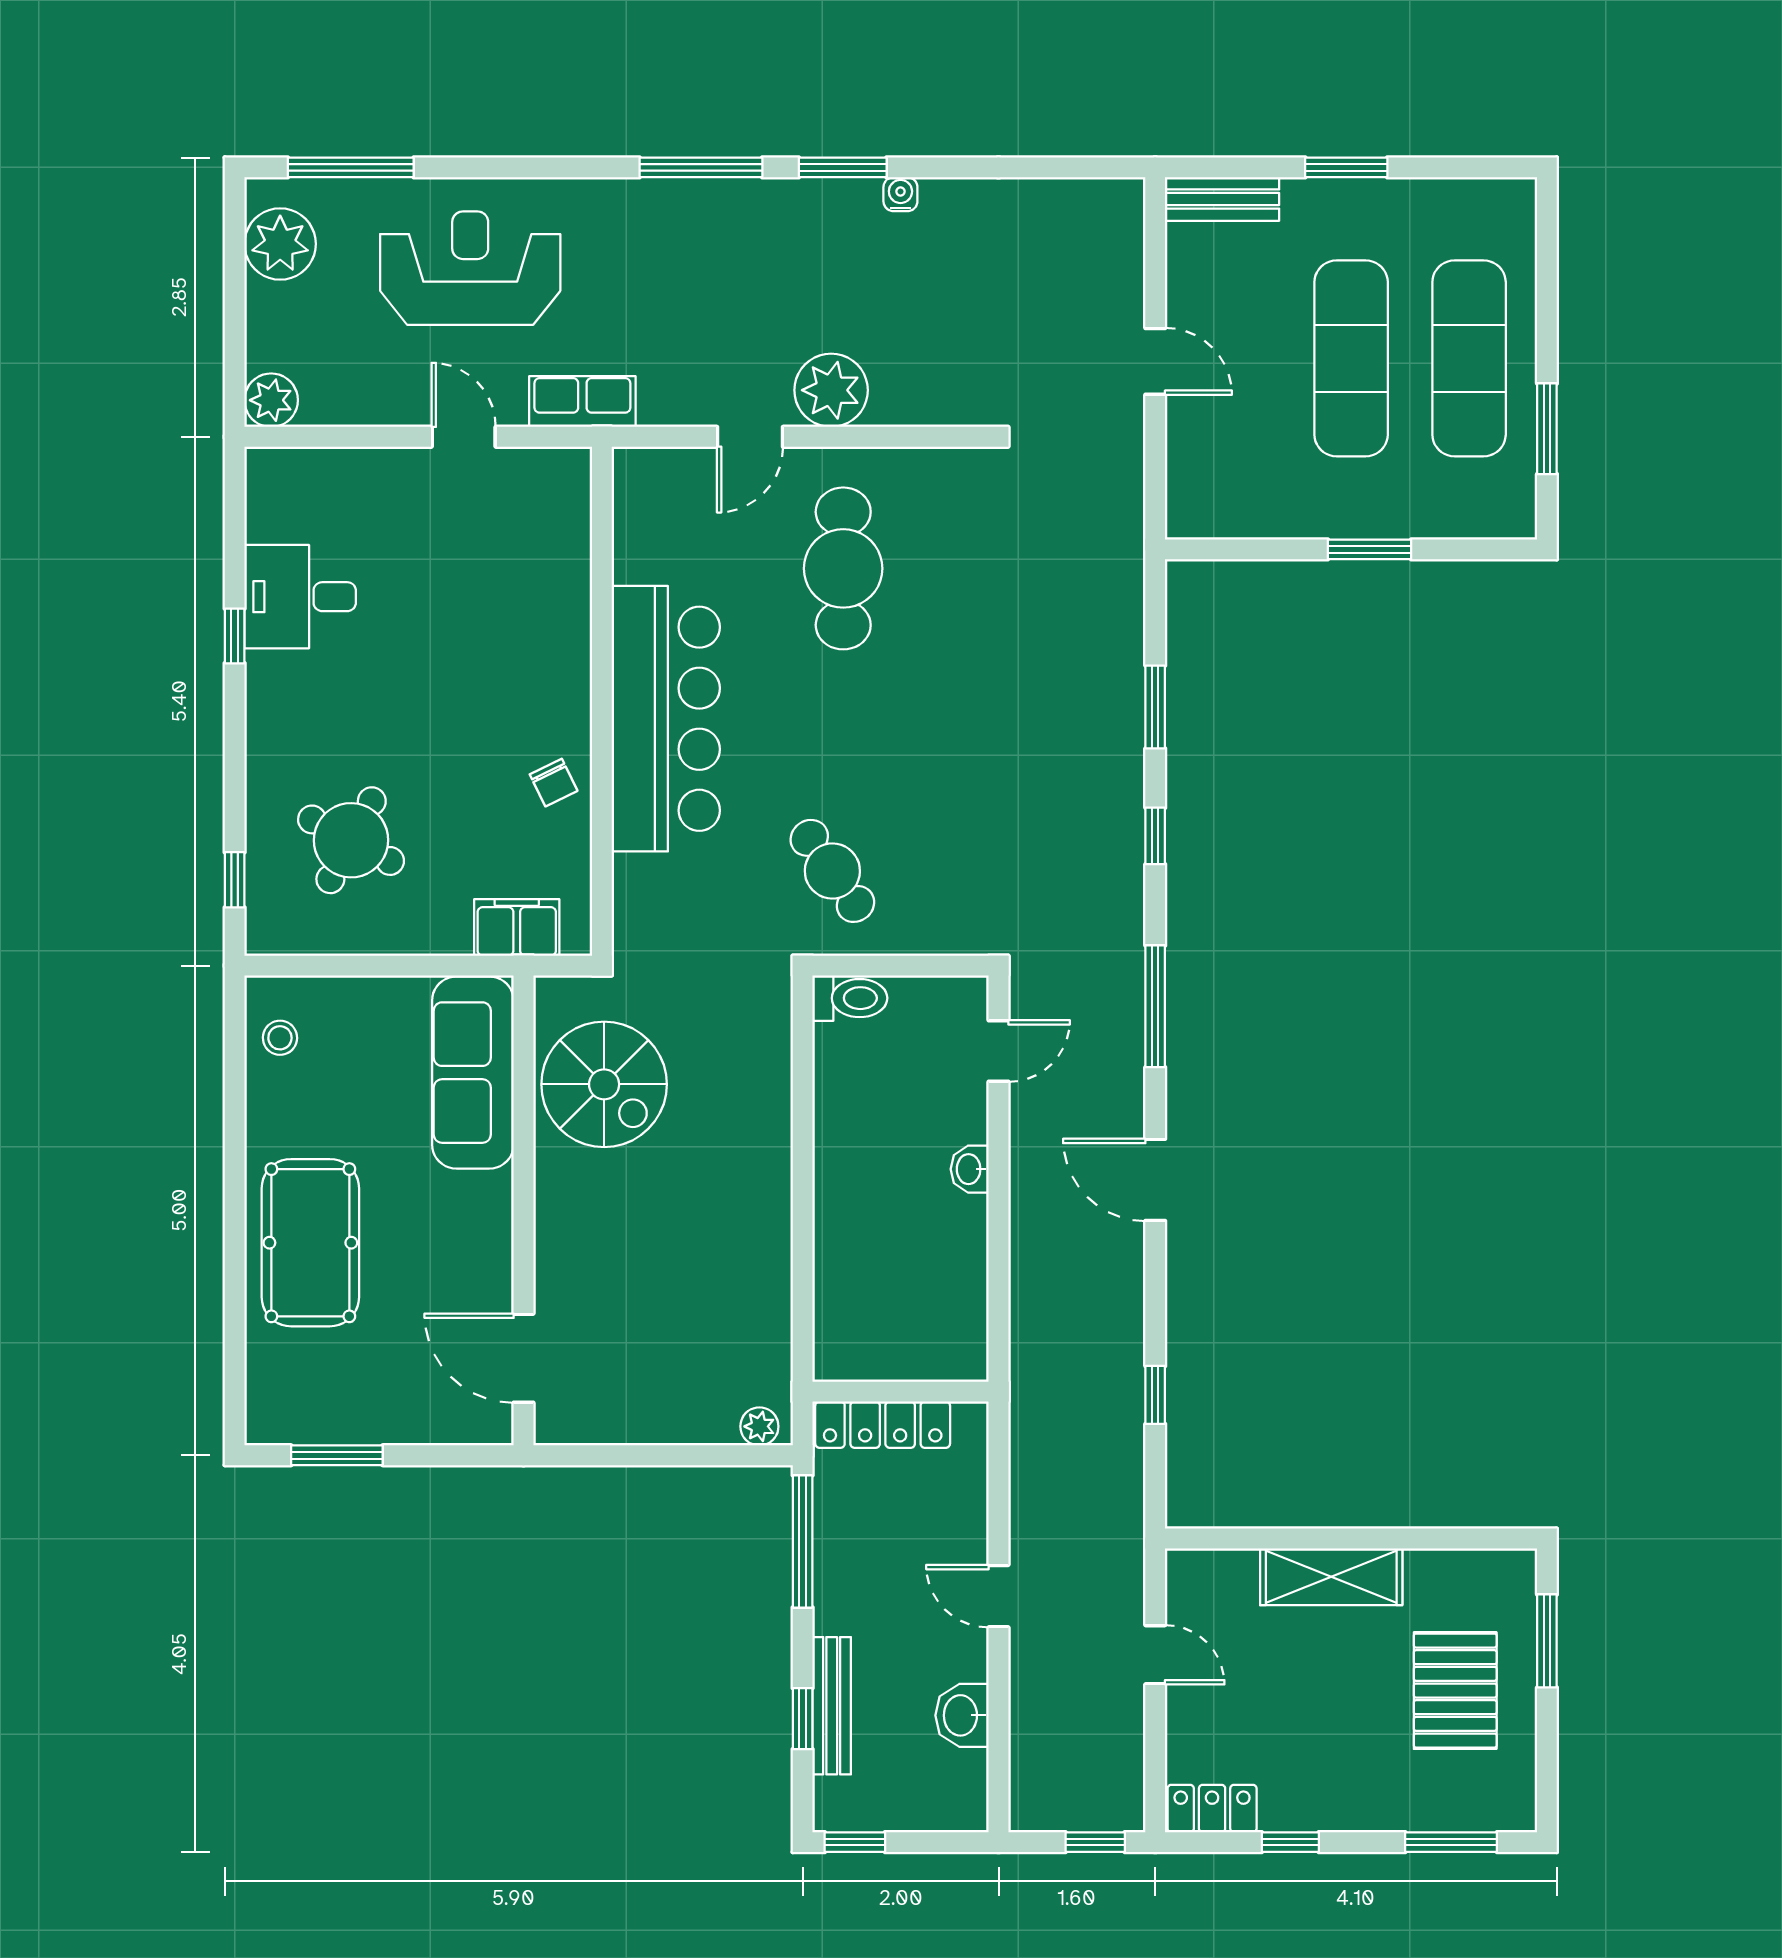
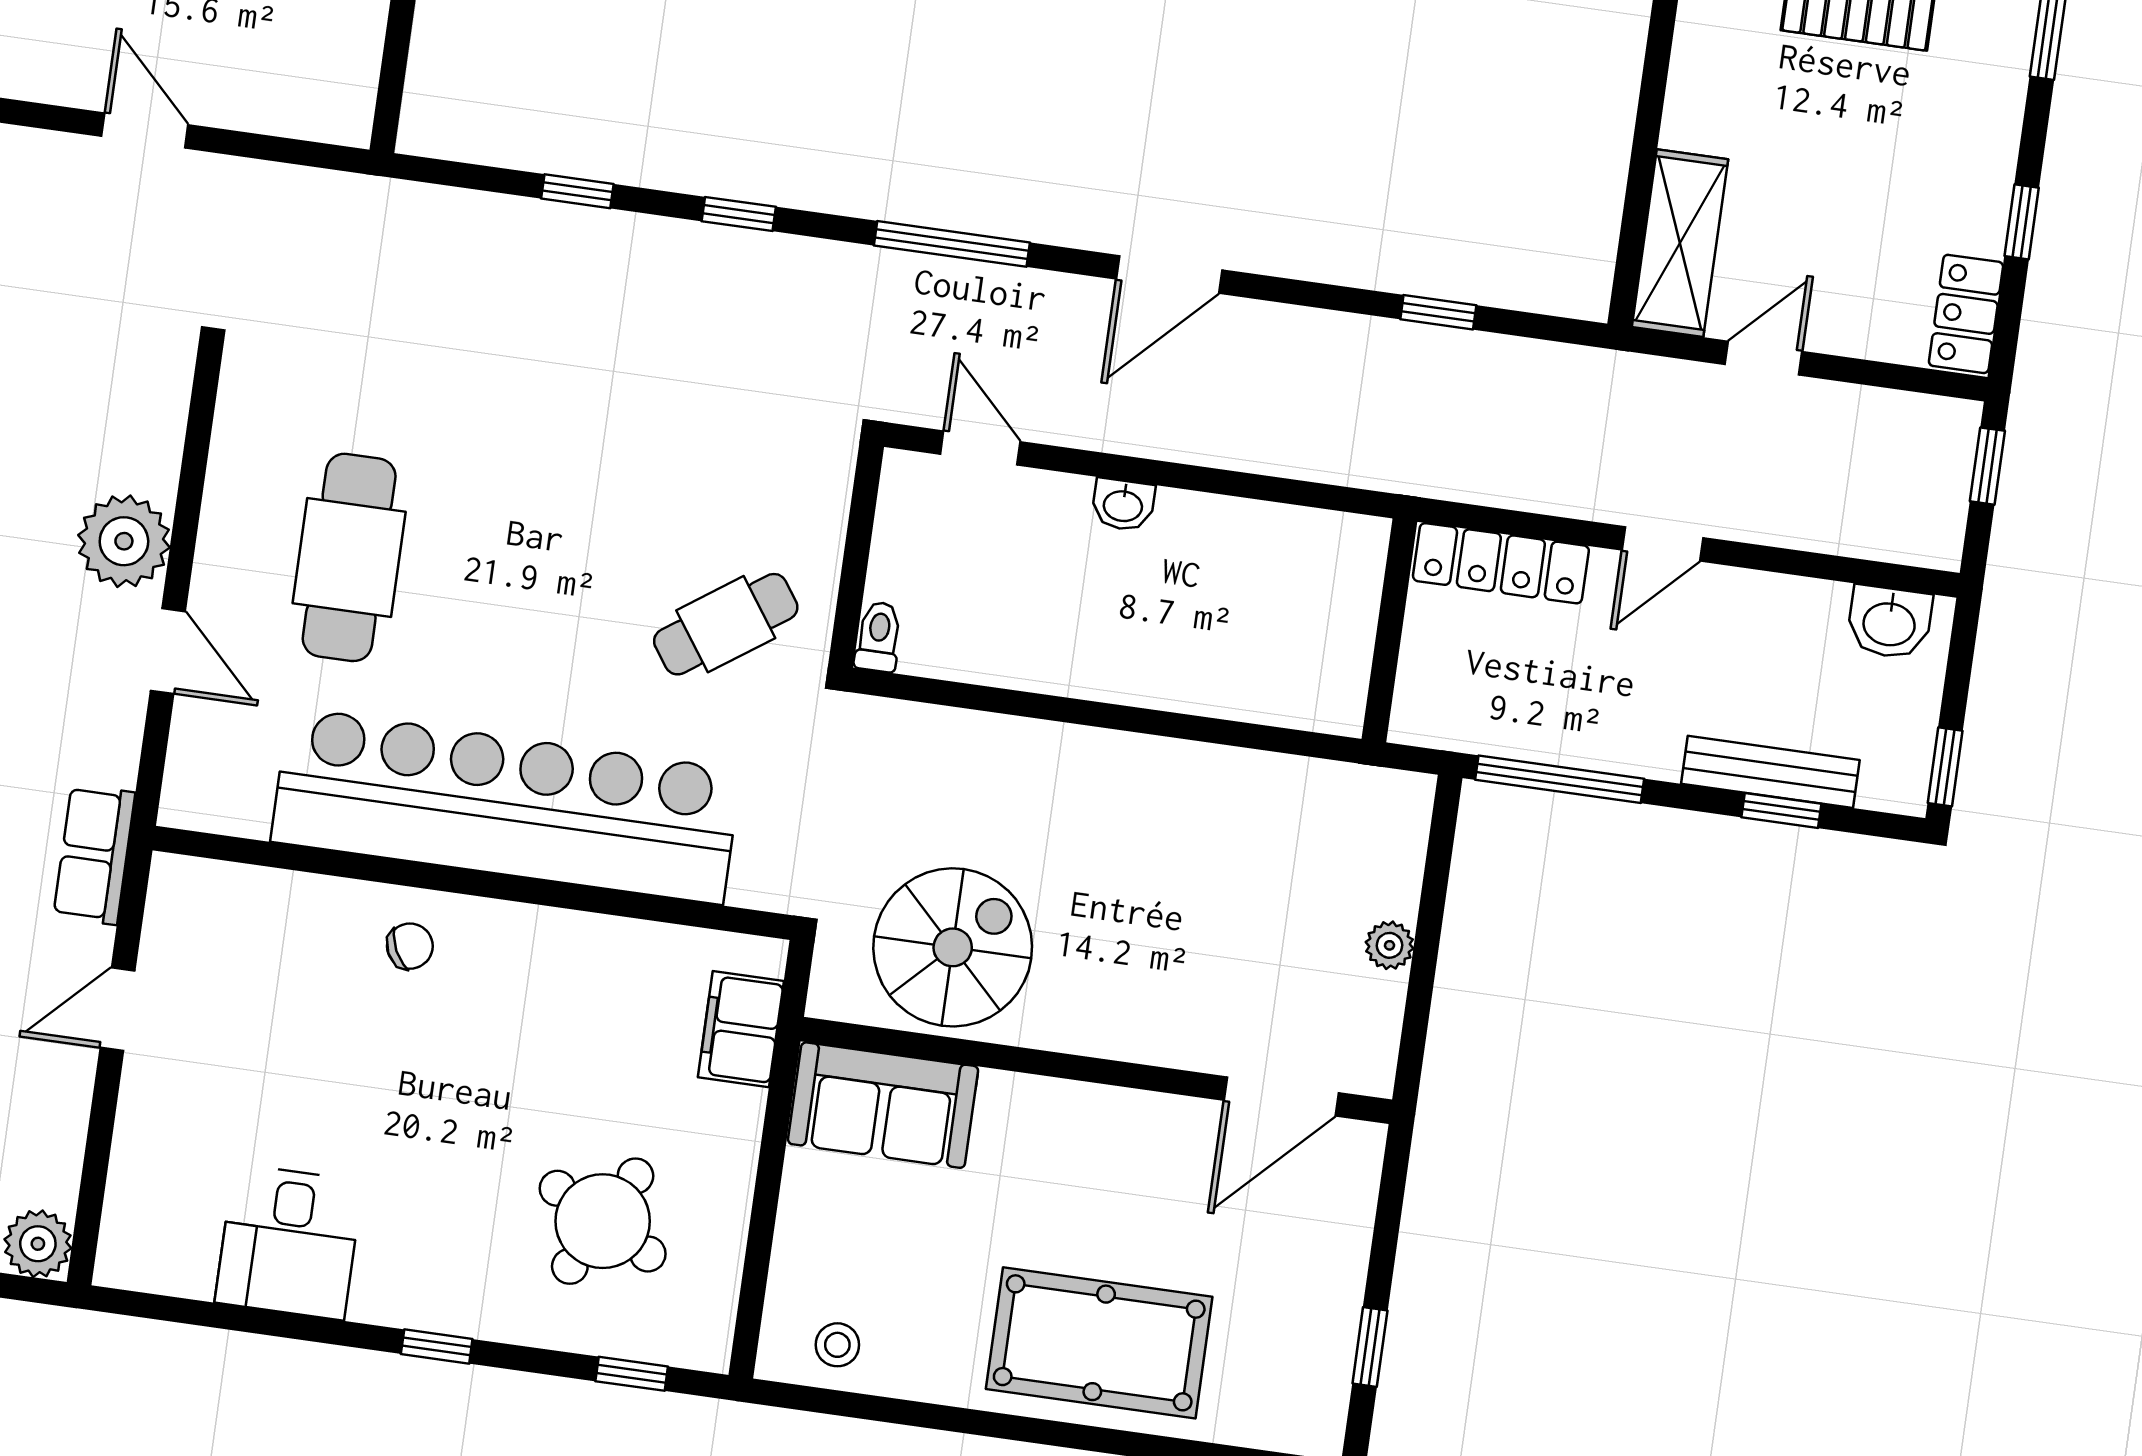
door: (1155, 361) -> (145, 131), hinge flipped
cafe table: (843, 568) -> (349, 557), turned 90
window: (235, 636) -> (437, 1346), moved
window: (1155, 707) -> (577, 191), width x0.67
bar counter: (666, 719) -> (506, 806), width x1.36
chair: (554, 783) -> (410, 946), moved
toilet: (850, 998) -> (878, 637), width x0.73, depth x0.72
sofa: (473, 1073) -> (883, 1105), width x0.73
locker: (883, 1425) -> (1501, 563), moved, turned 90
plant: (759, 1426) -> (1390, 945), moved
window: (337, 1455) -> (1370, 1347), width x0.67
shelving: (1331, 1577) -> (1680, 243), moved
washbasin: (962, 1715) -> (1889, 622), moved

